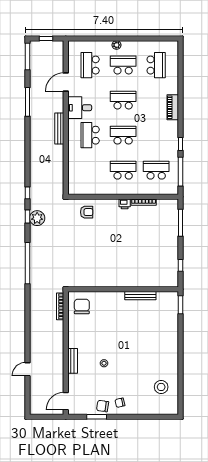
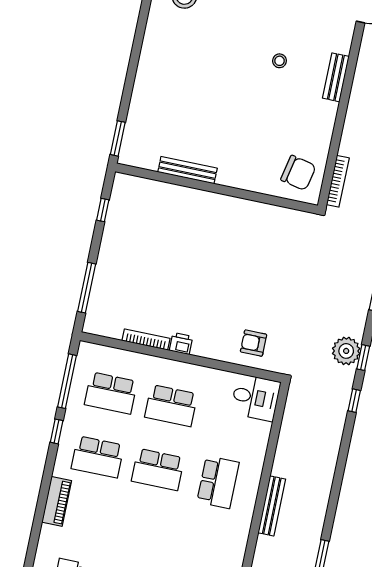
school desk: (123, 100) -> (98, 457), moved
desk: (80, 108) -> (255, 398), moved
chair: (82, 306) -> (298, 173), turned -78

